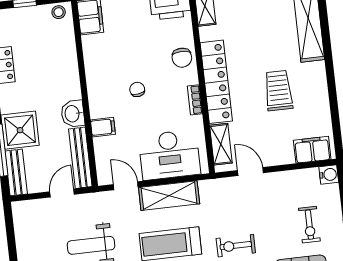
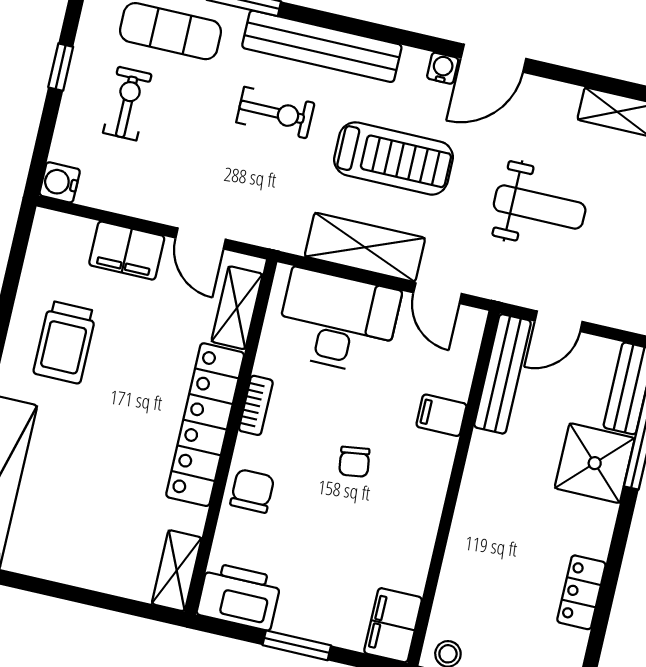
trolley: (278, 91) -> (65, 342), moved
washbasin: (73, 114) -> (488, 459), removed
filing cabinet: (312, 150) -> (127, 251), moved

